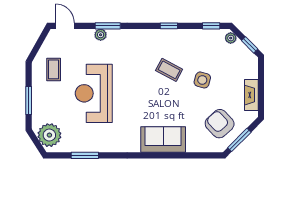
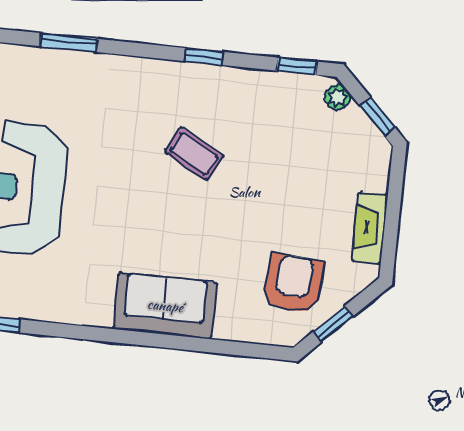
plant: (101, 35) -> (51, 60), removed
side table: (202, 80) -> (265, 183), removed
armchair: (220, 124) -> (293, 284), turned 48
window: (239, 140) -> (333, 324), width x0.67

